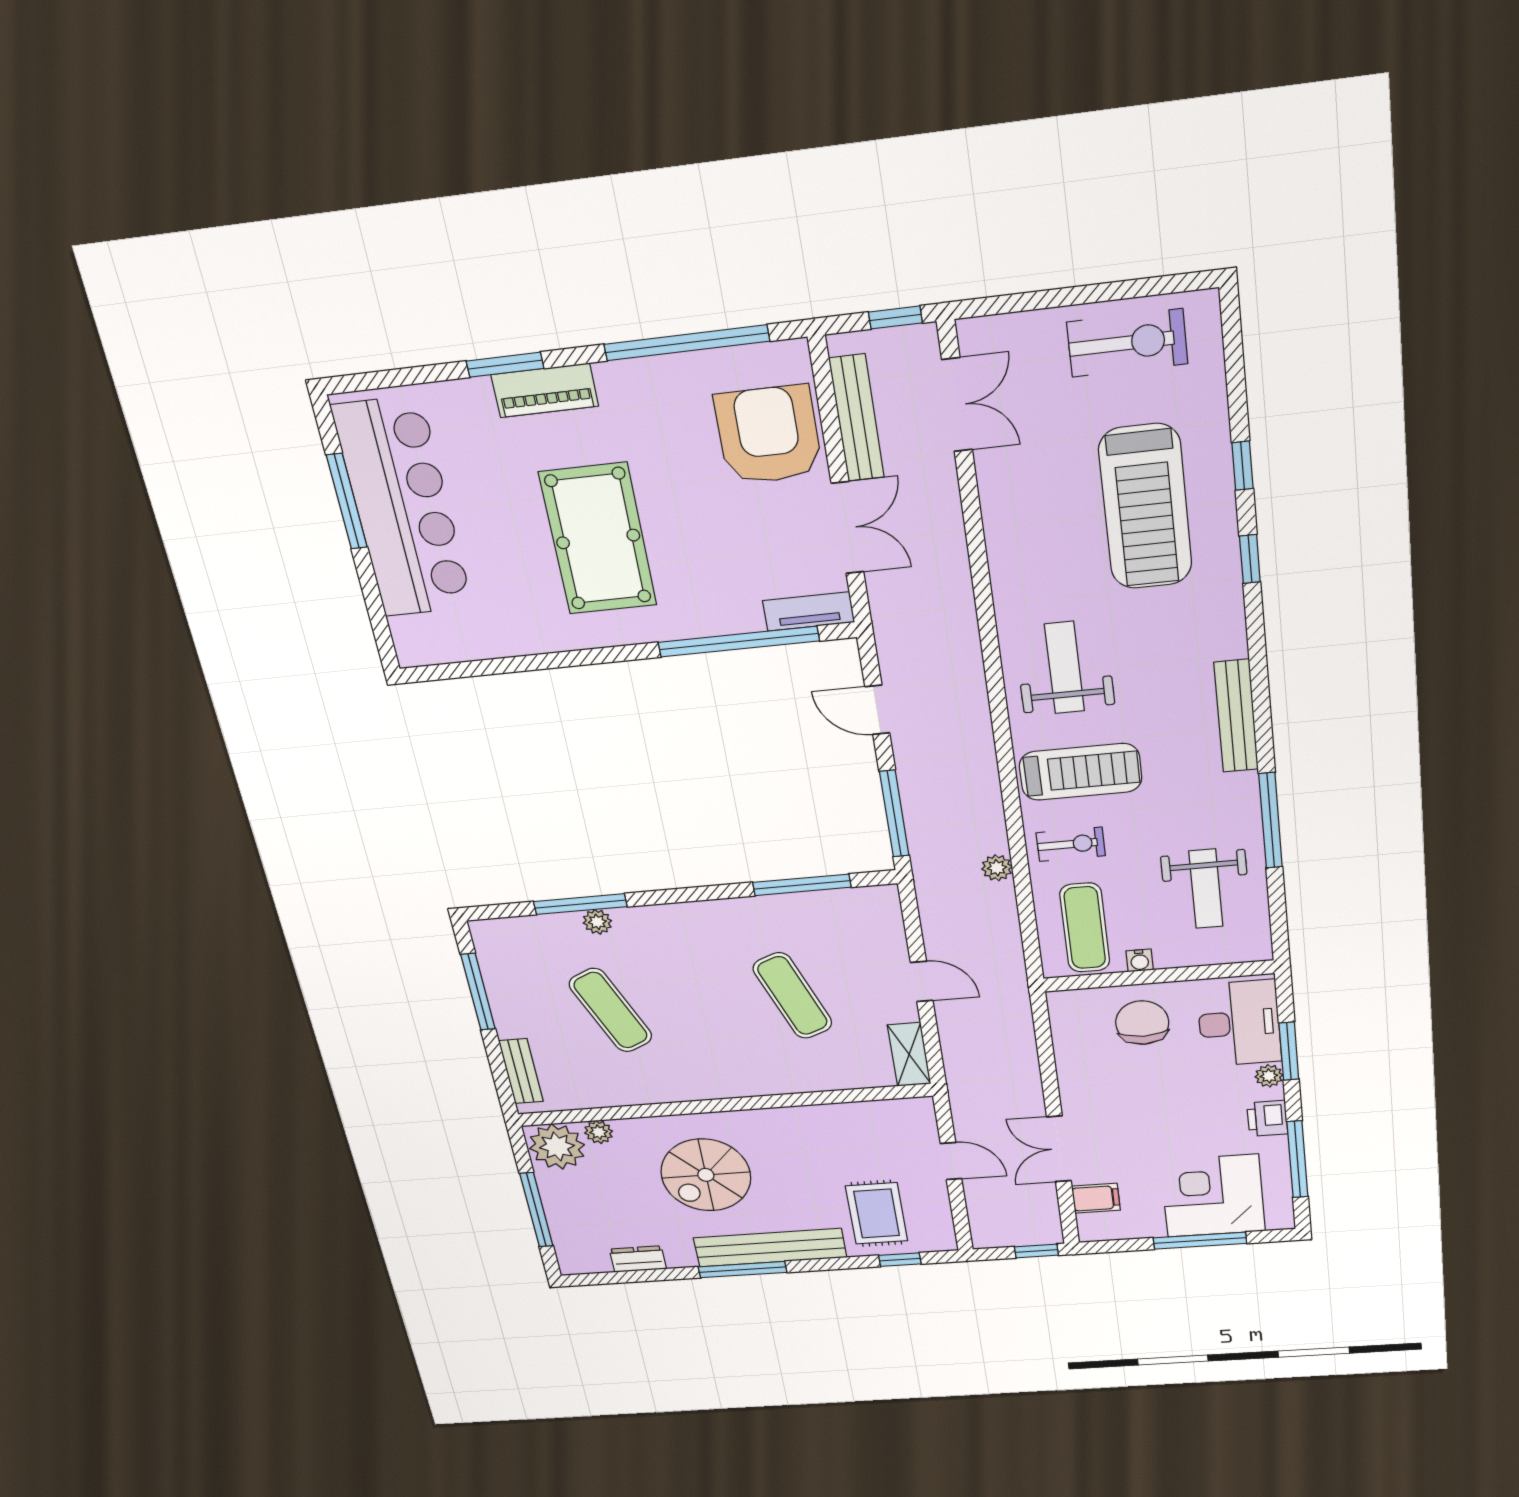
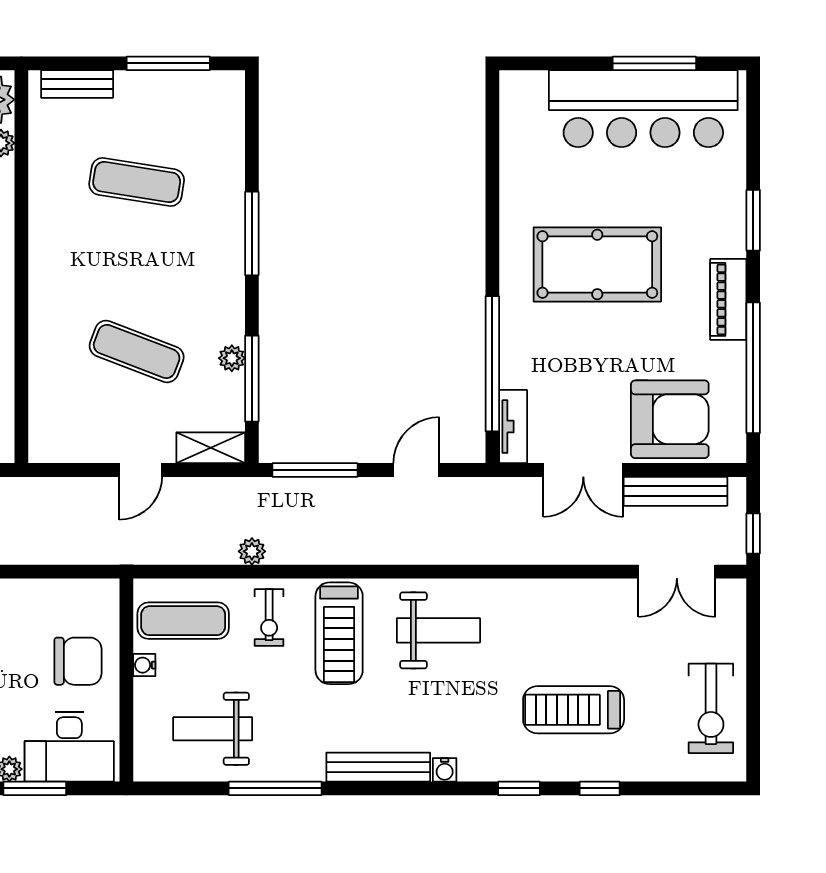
piano: (545, 390) -> (728, 299), moved
treadmill: (1145, 507) -> (574, 710), width x0.73, depth x0.73
water cooler: (1234, 644) -> (445, 770), added
window: (580, 904) -> (252, 234), moved
plant: (597, 922) -> (232, 358), moved
exercise mat: (793, 996) -> (137, 351), turned 42
exercise mat: (611, 1010) -> (137, 182), turned 33
shelving: (909, 1054) -> (211, 448), moved

